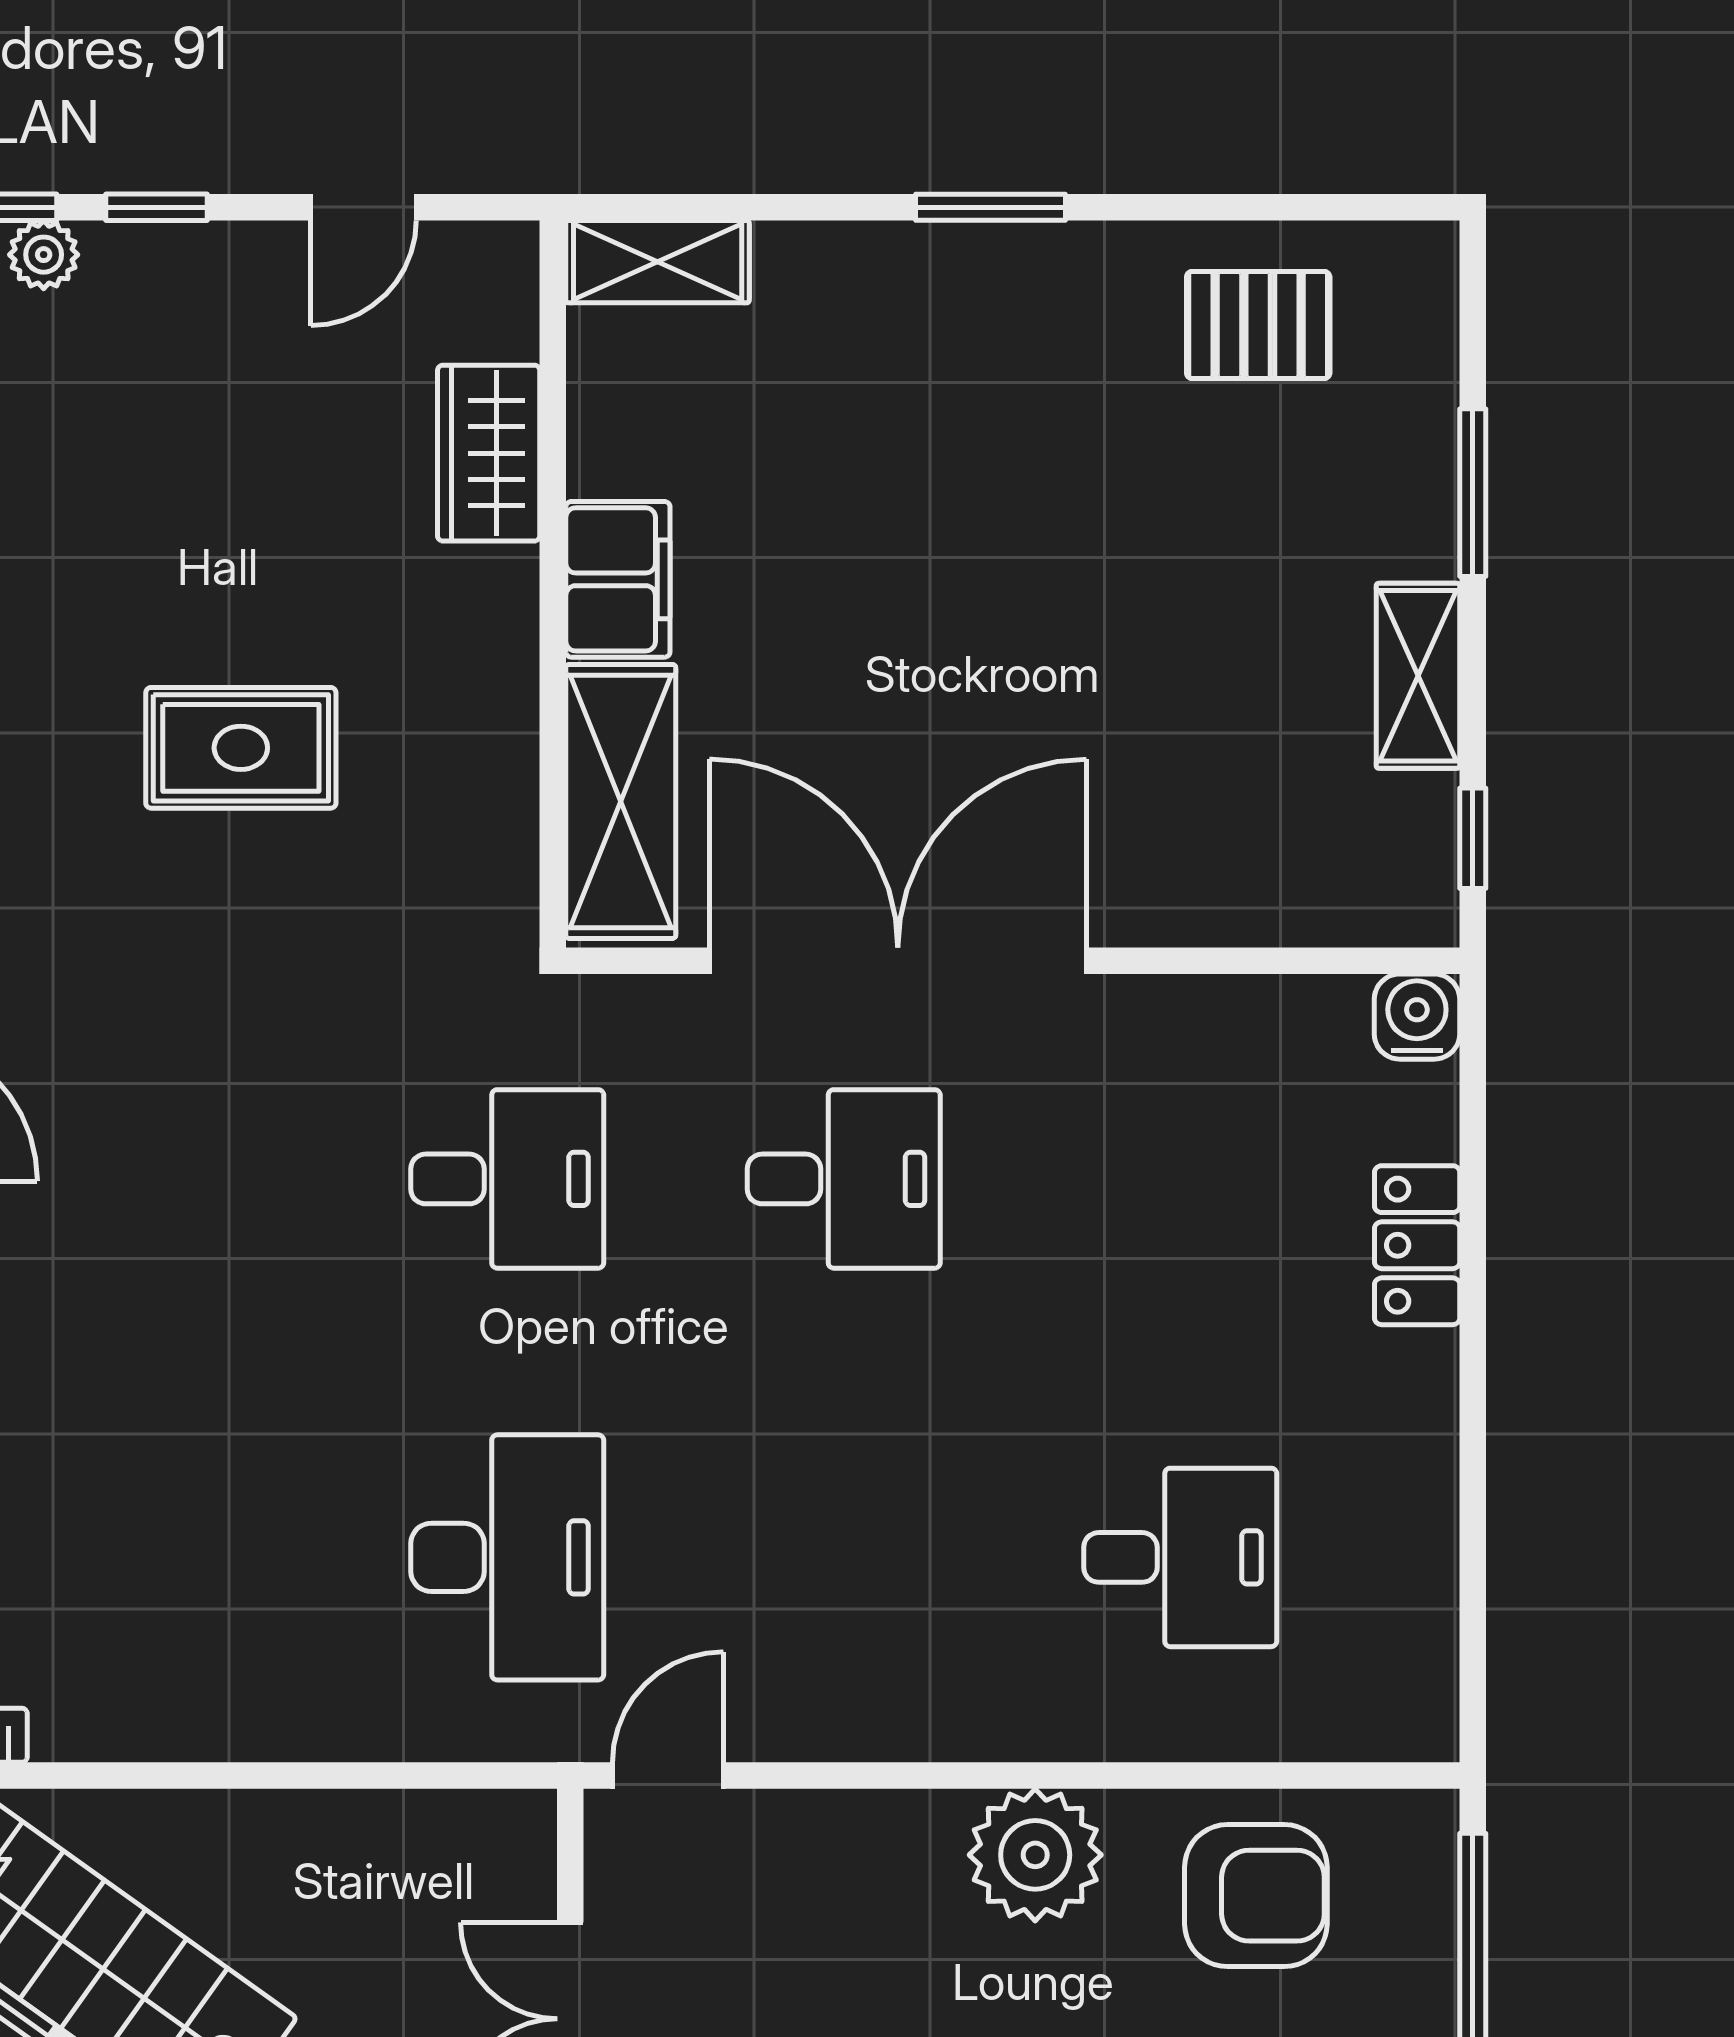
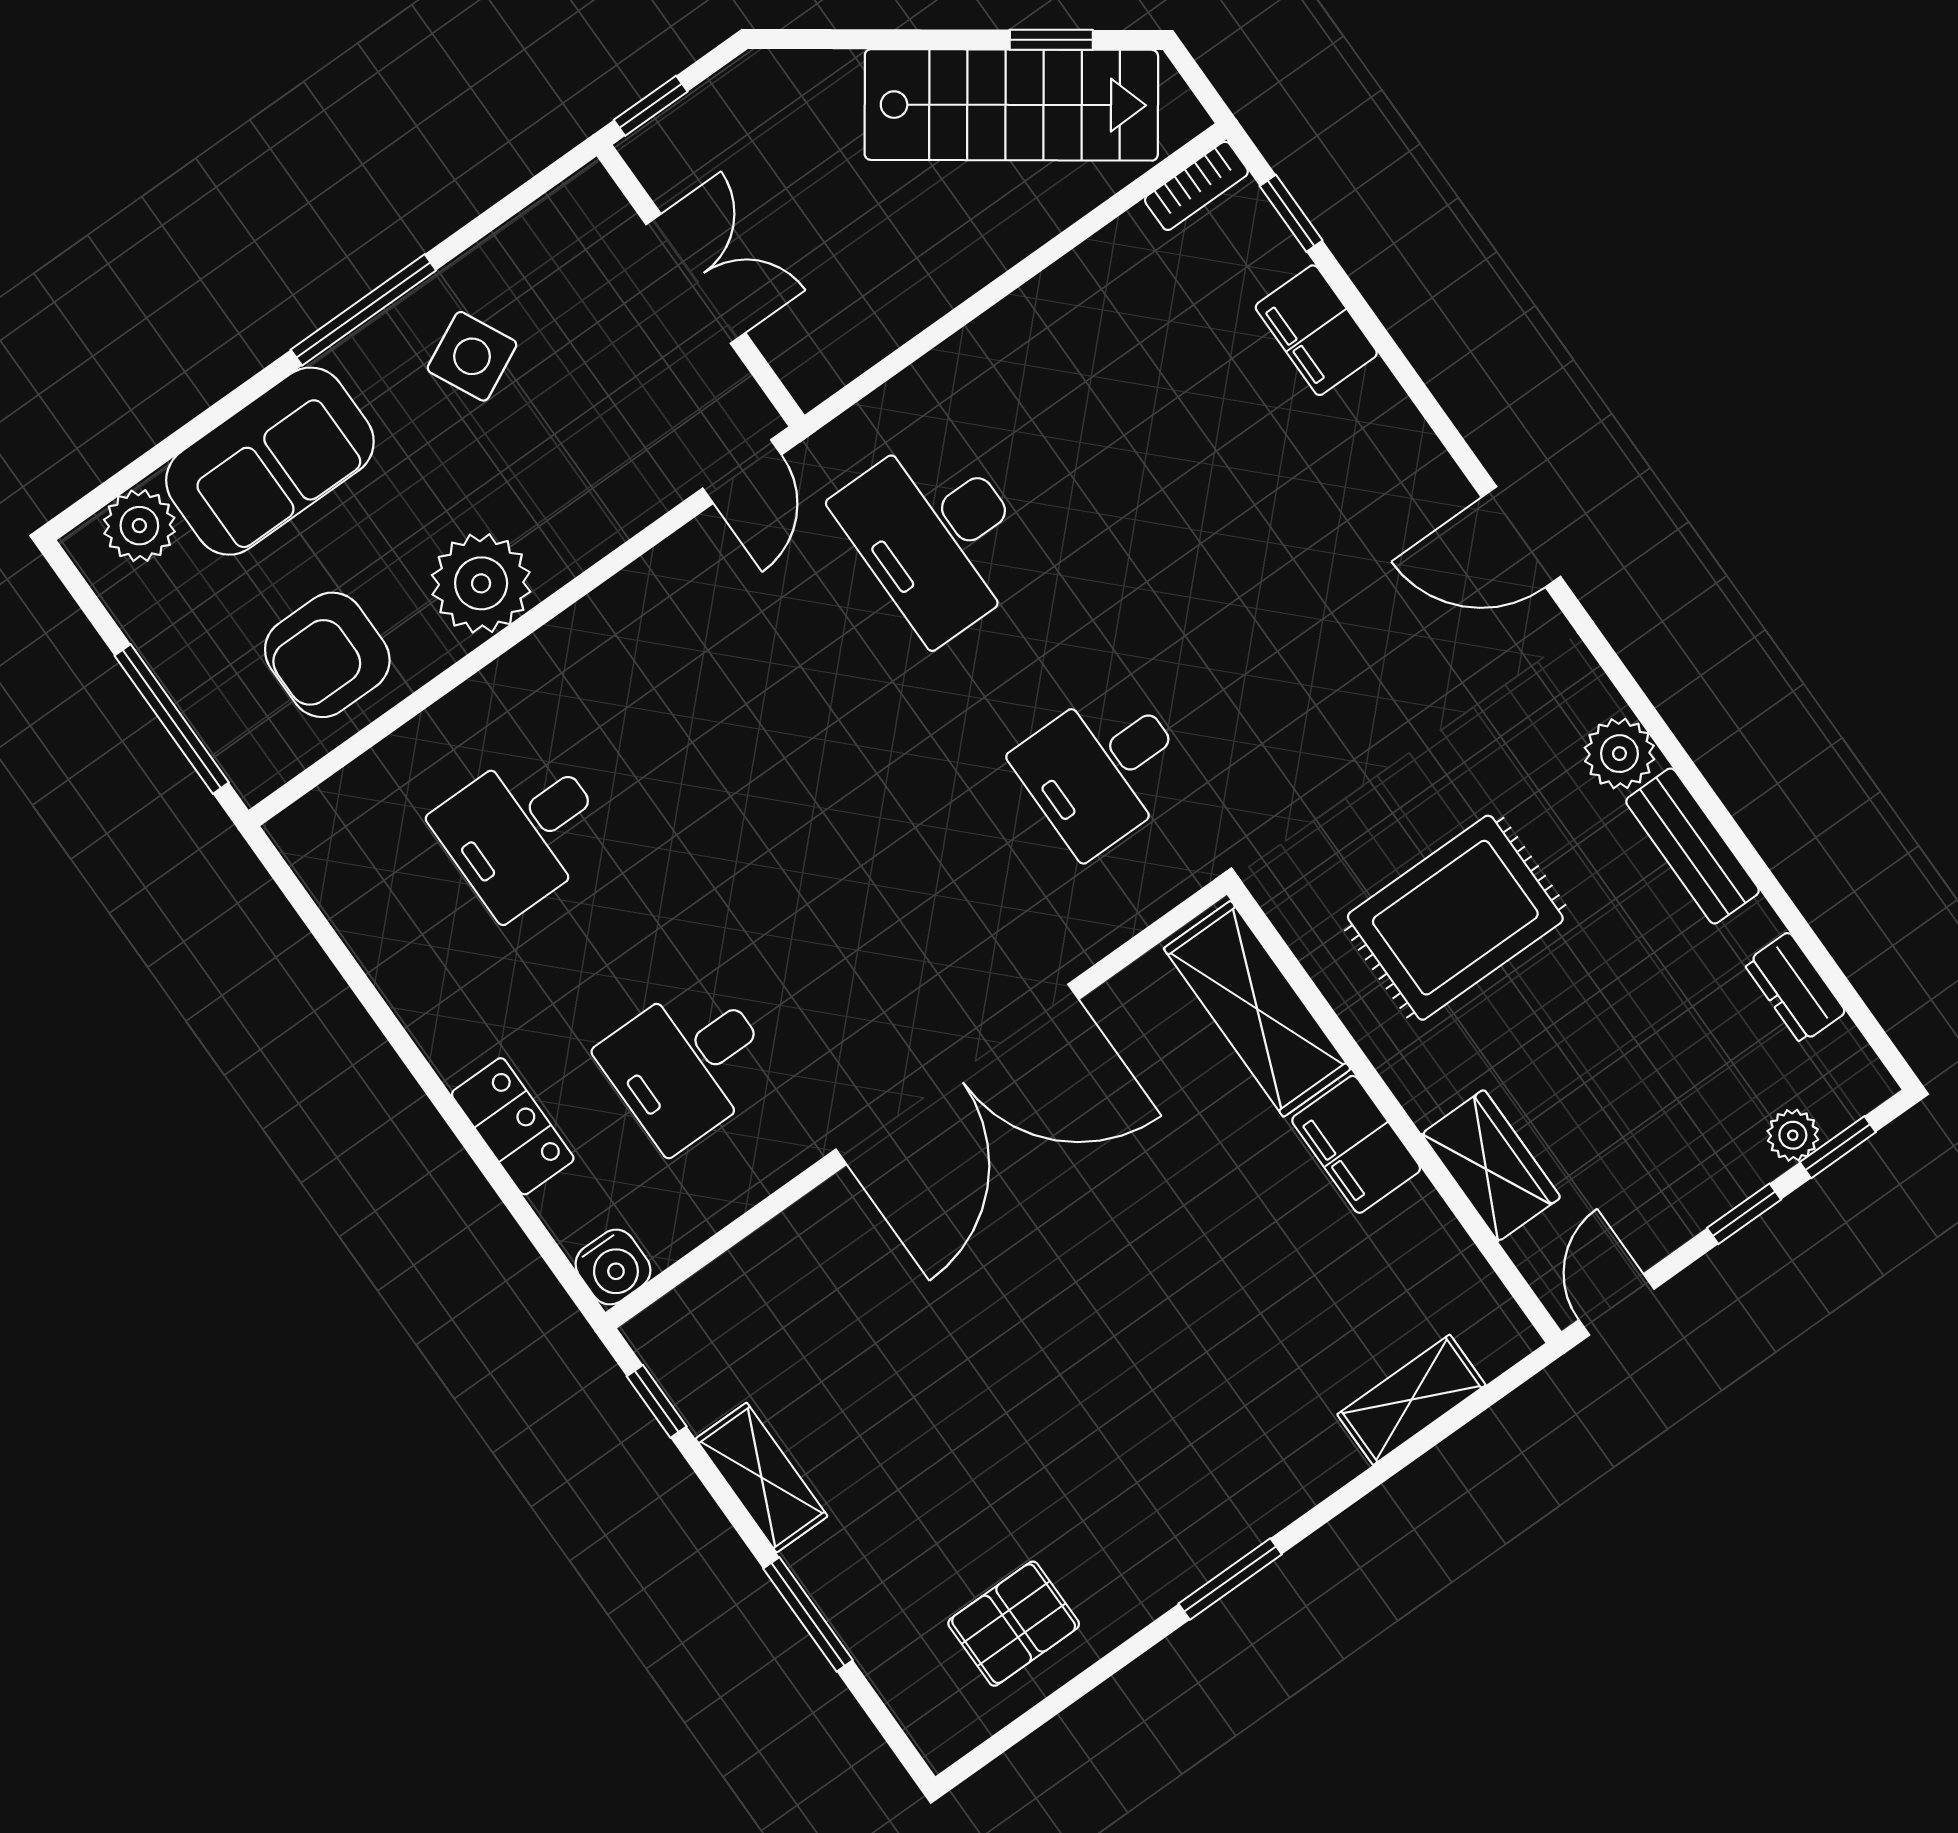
wardrobe: (489, 453) -> (1491, 1166), moved
filing cabinet: (618, 579) -> (1356, 1144), moved
wall: (553, 584) -> (1394, 1113), moved
rug: (241, 748) -> (1455, 918), width x1.36, depth x1.43
shelving: (621, 801) -> (1257, 1009), moved
desk: (844, 1179) -> (688, 1063), moved

